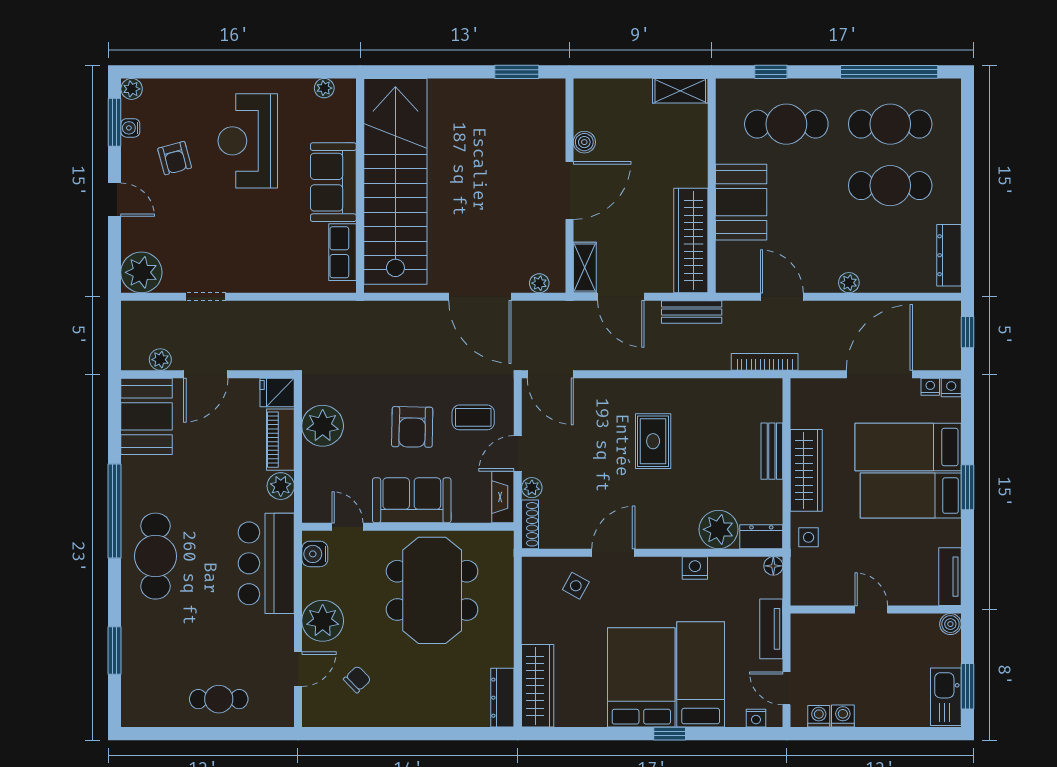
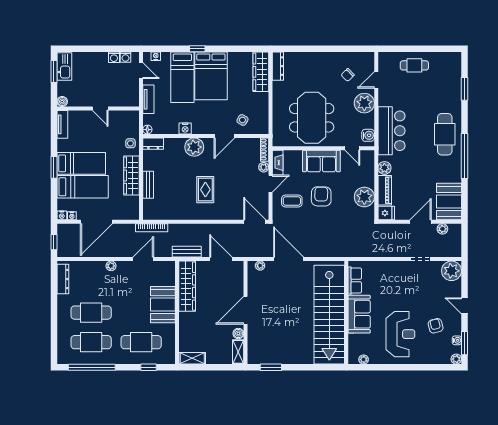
shelving: (585, 267) -> (238, 352), moved
door: (782, 297) -> (143, 259), swing flipped
plant: (719, 529) -> (194, 147), moved

